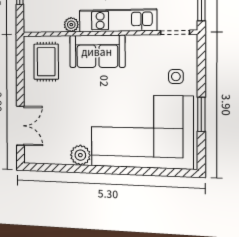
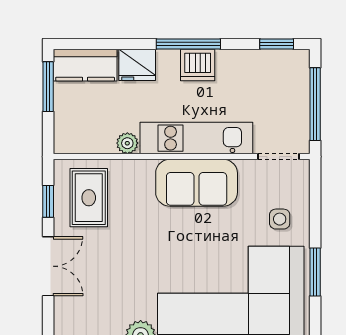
sofa: (97, 51) -> (197, 183), moved
window: (20, 64) -> (48, 201), added
double door: (20, 126) -> (48, 266), moved

